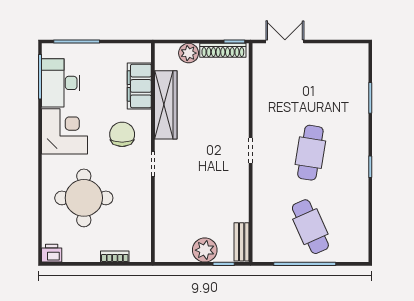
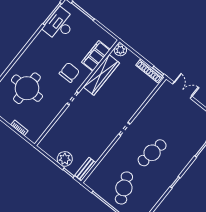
plant: (189, 53) -> (120, 50), moved
corner desk: (65, 131) -> (43, 49), removed

